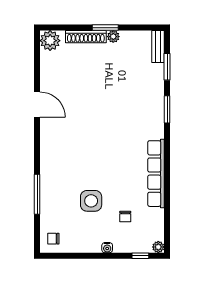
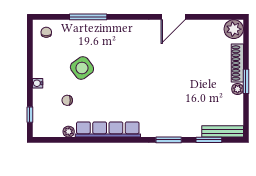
bench: (158, 47) -> (223, 131), width x1.36
side table: (91, 201) -> (82, 68), turned -36
plant: (158, 247) -> (69, 132), moved

